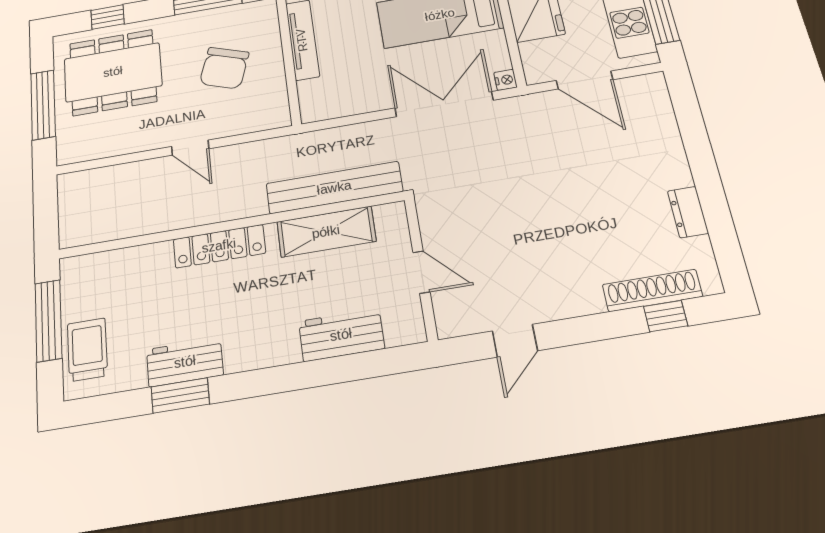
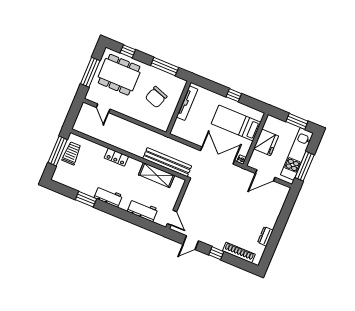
door: (584, 80) -> (265, 175), hinge flipped
door: (190, 148) -> (103, 108), moved
locker: (219, 246) -> (116, 157), width x0.66
door: (421, 272) -> (172, 218), moved
window: (666, 316) -> (216, 253), moved
trolley: (87, 350) -> (72, 153), moved
workbench: (185, 362) -> (108, 196), moved

